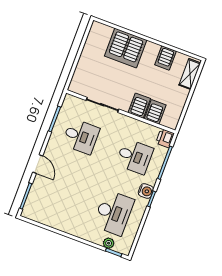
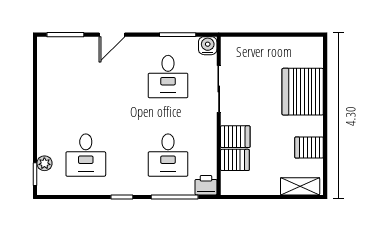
water cooler: (146, 191) -> (208, 46), moved, turned 180
desk: (114, 213) -> (86, 155), width x0.73

